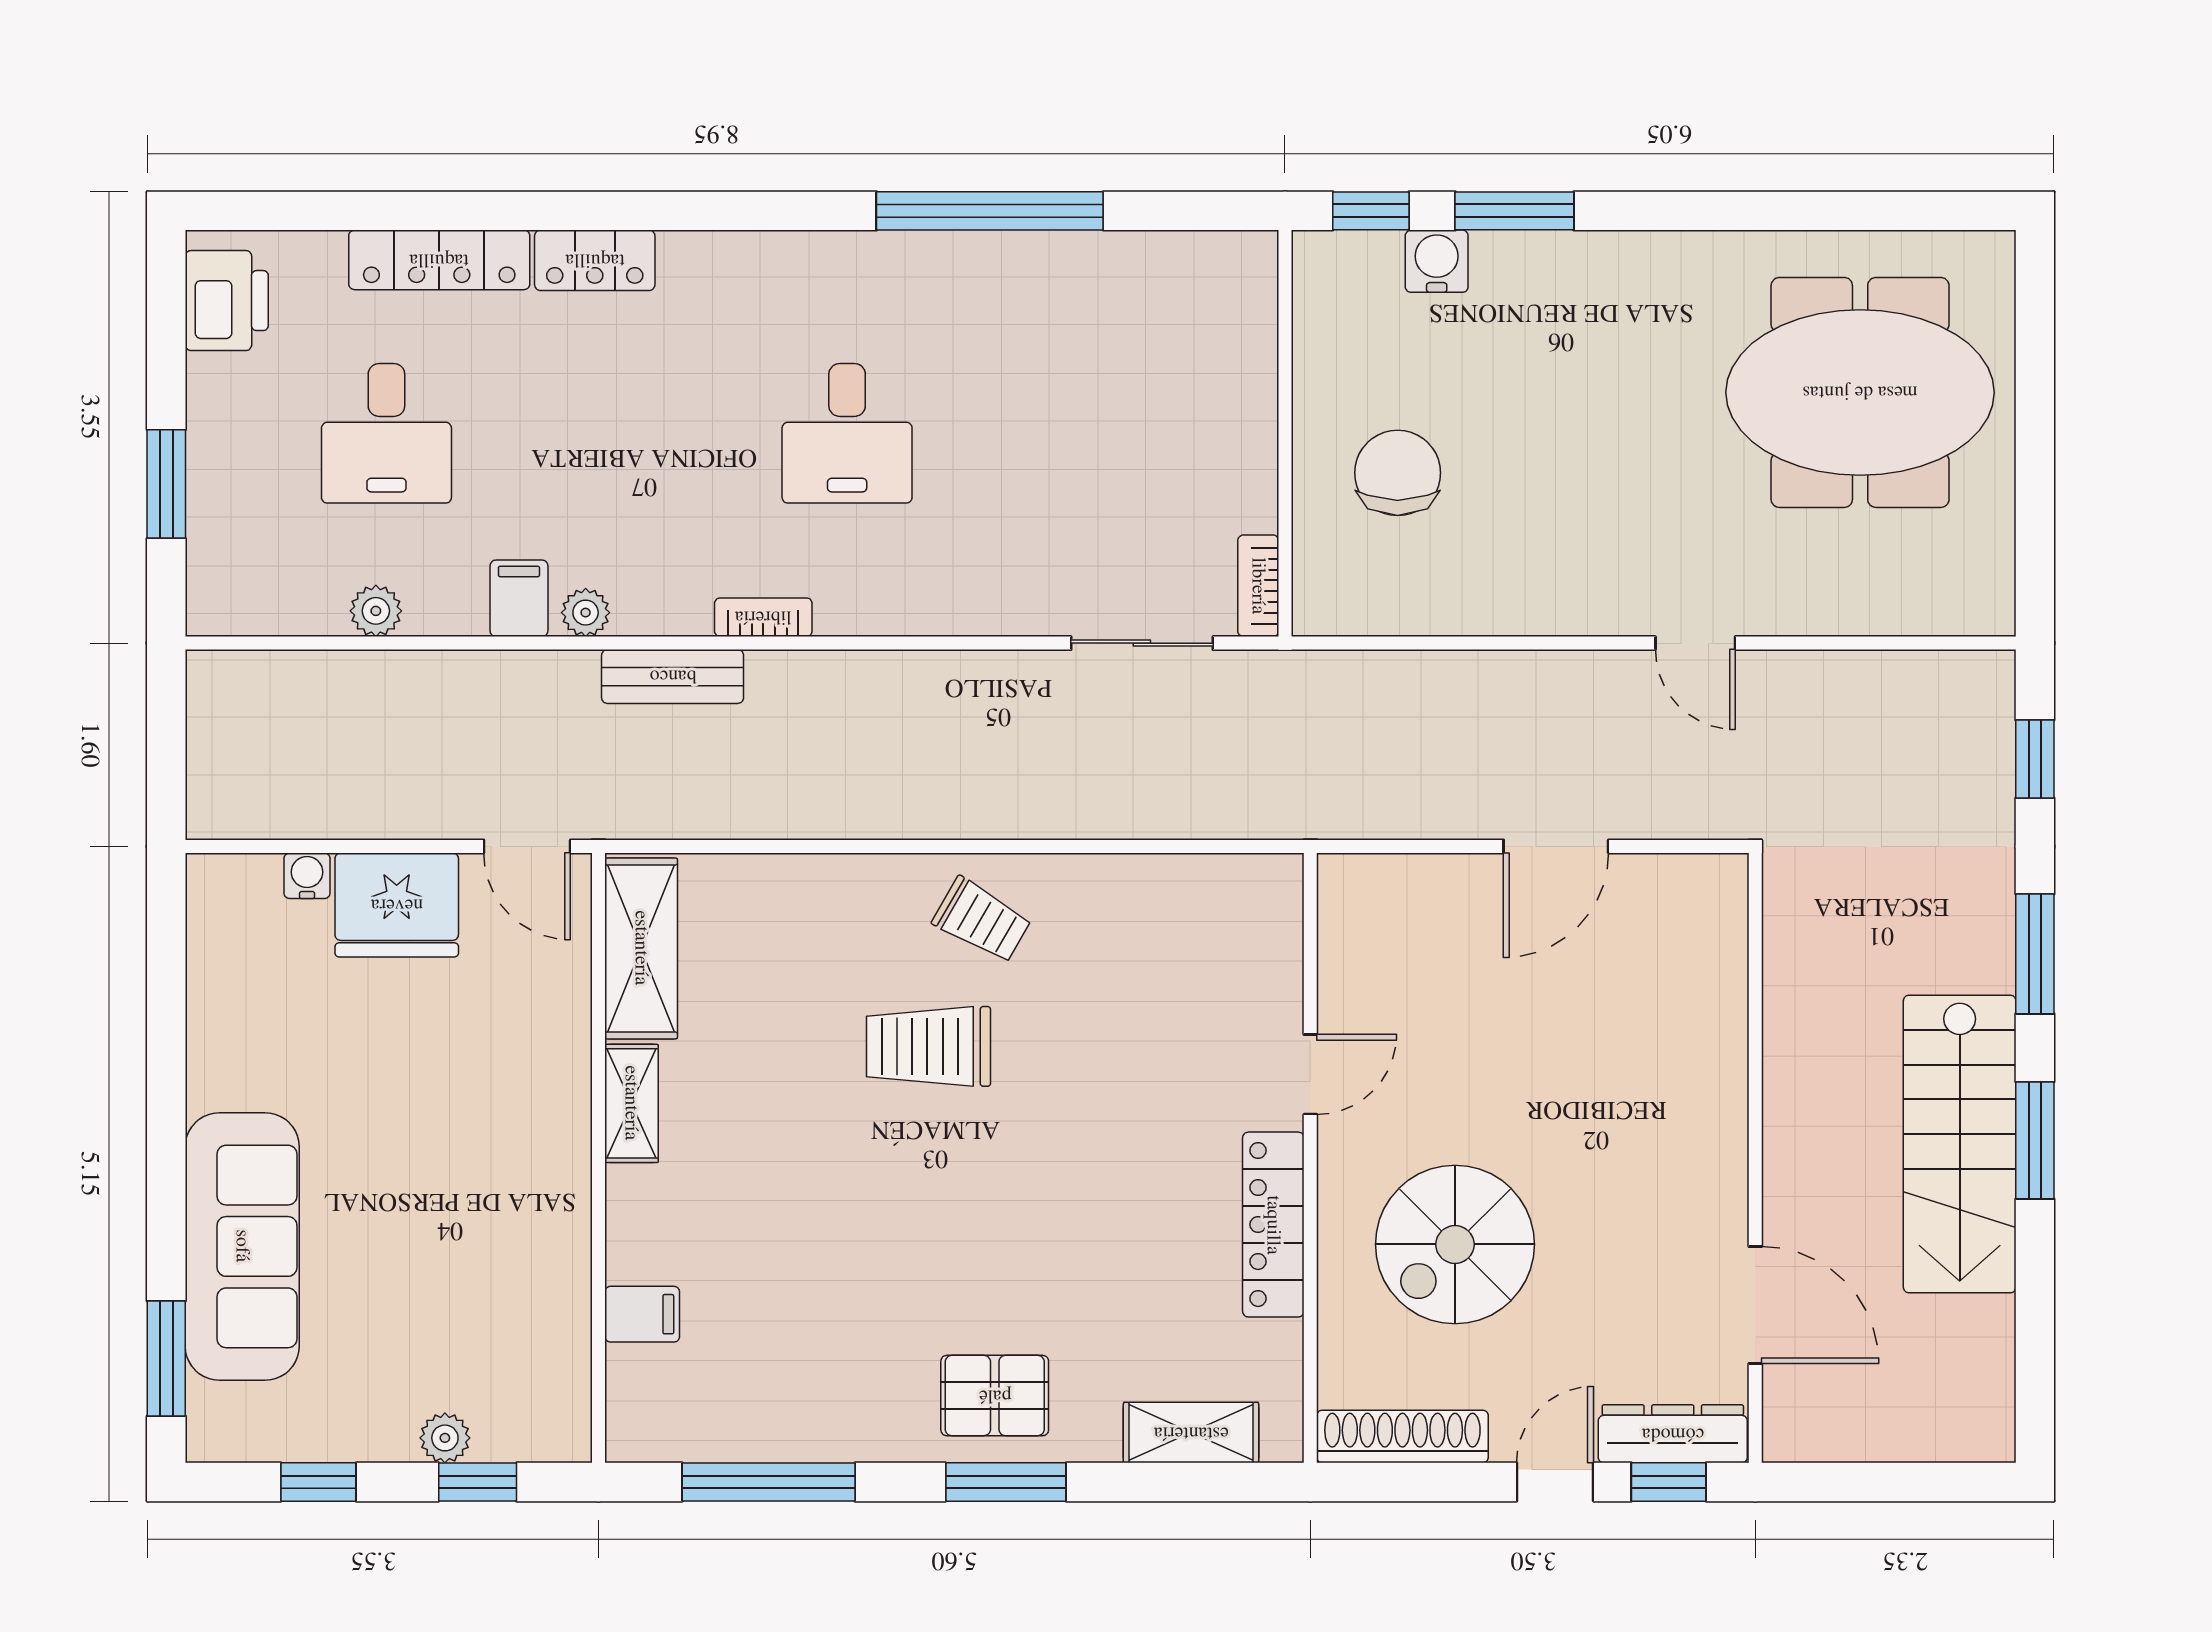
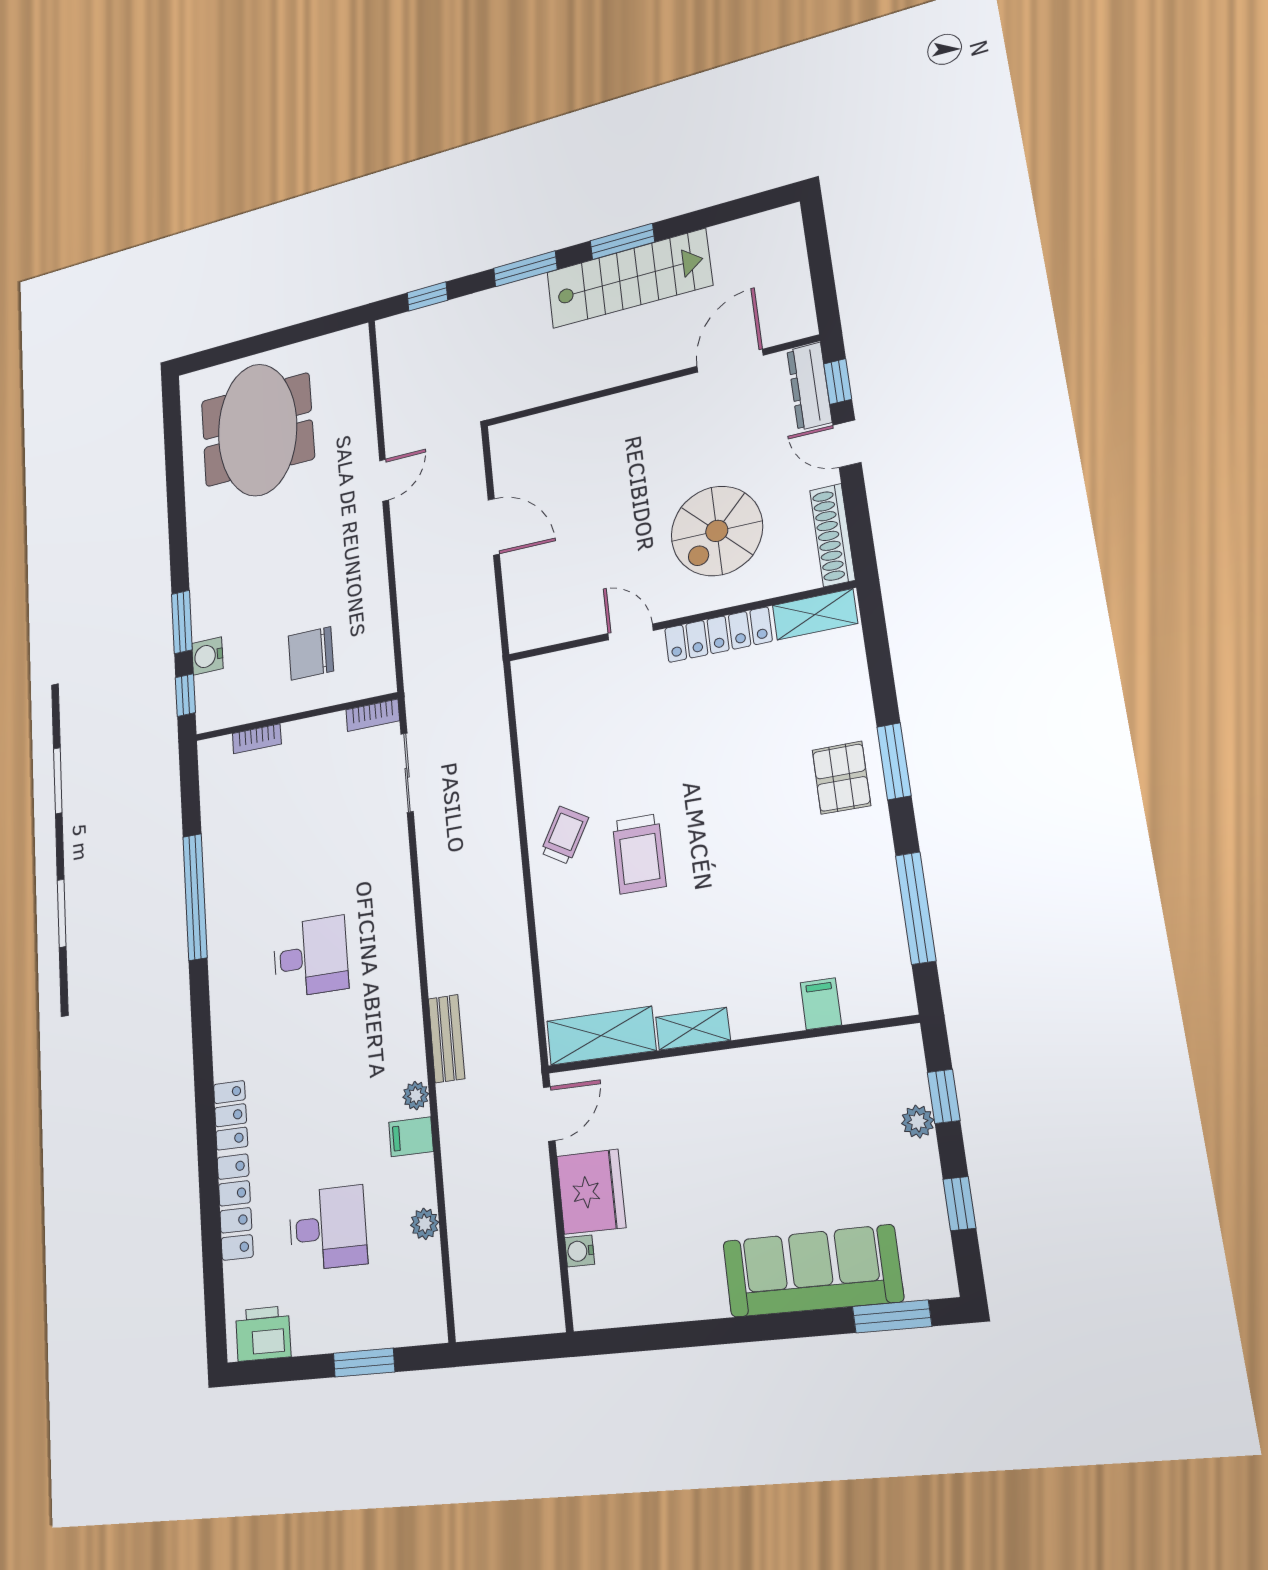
bookcase: (763, 617) -> (257, 739), moved, turned -90
spiral stairs: (1455, 1244) -> (717, 531), turned 90
shelving: (1191, 1433) -> (815, 614), moved, turned 90

